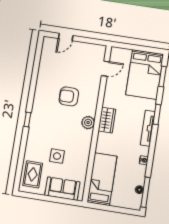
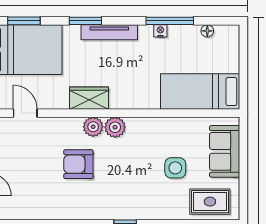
armchair: (69, 96) -> (78, 164), turned 90
plant: (90, 109) -> (93, 127), added
wardrobe: (107, 120) -> (89, 98), moved
window: (145, 192) -> (170, 21), moved

